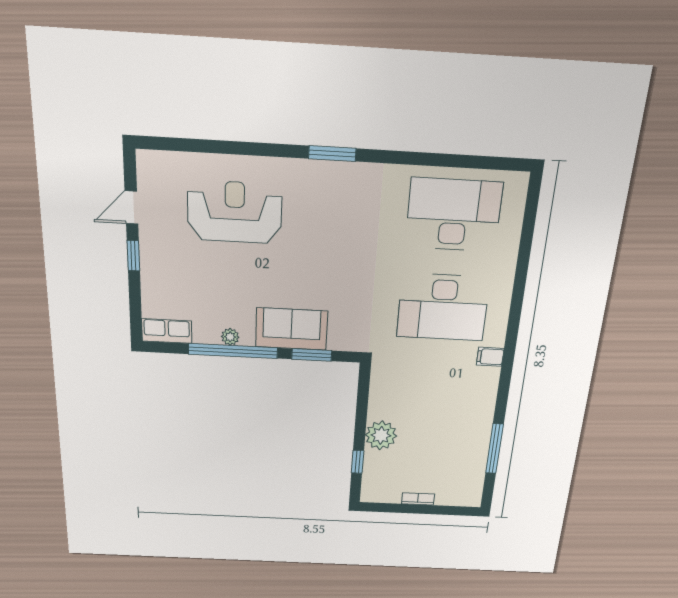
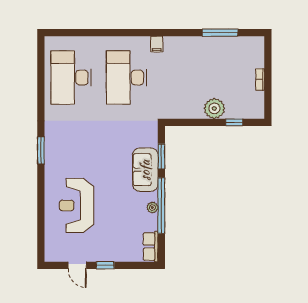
desk: (443, 307) -> (127, 78), turned 180

